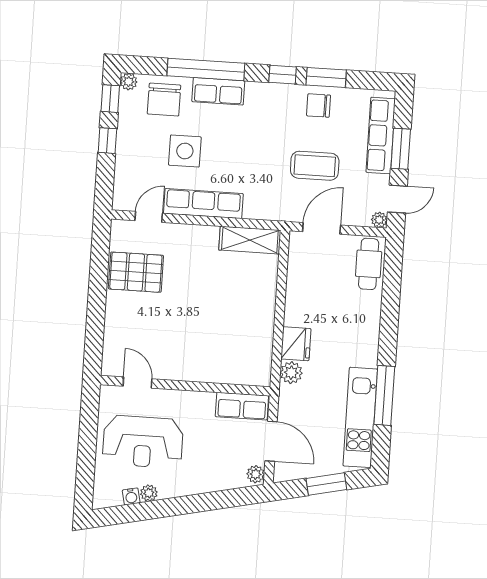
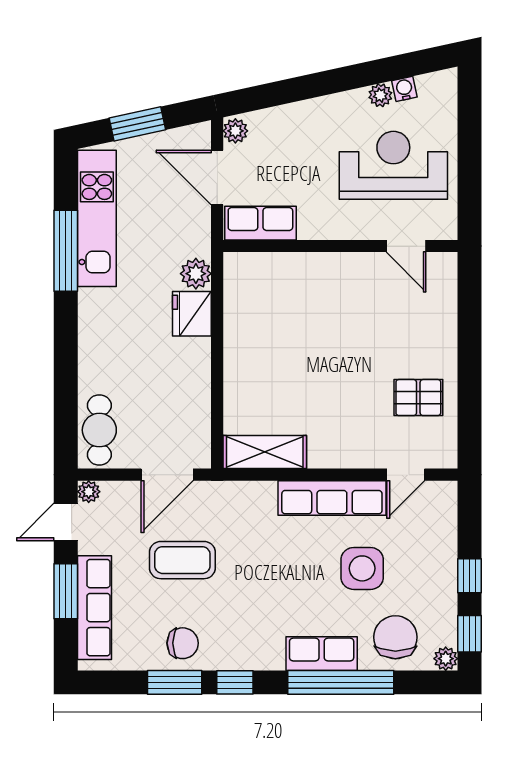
pallet: (136, 272) -> (418, 398), width x0.67, depth x0.71

